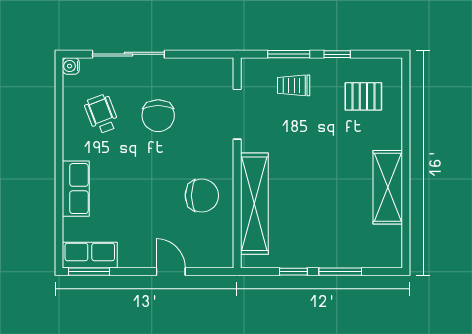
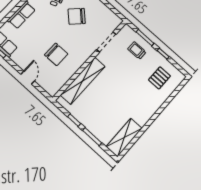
pallet: (363, 96) -> (159, 78), turned 90
chair: (158, 116) -> (77, 16), turned 44
shelving: (388, 187) -> (124, 138), moved
chair: (202, 196) -> (56, 54), moved

